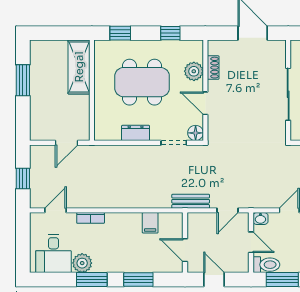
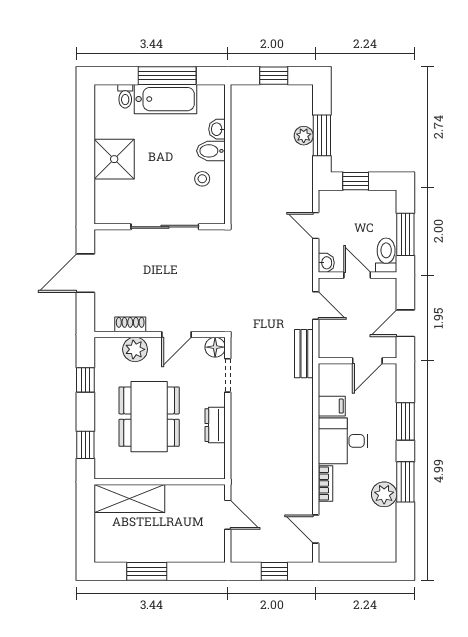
door: (251, 242) -> (357, 275), hinge flipped
desk: (53, 254) -> (343, 441), moved, turned 180

